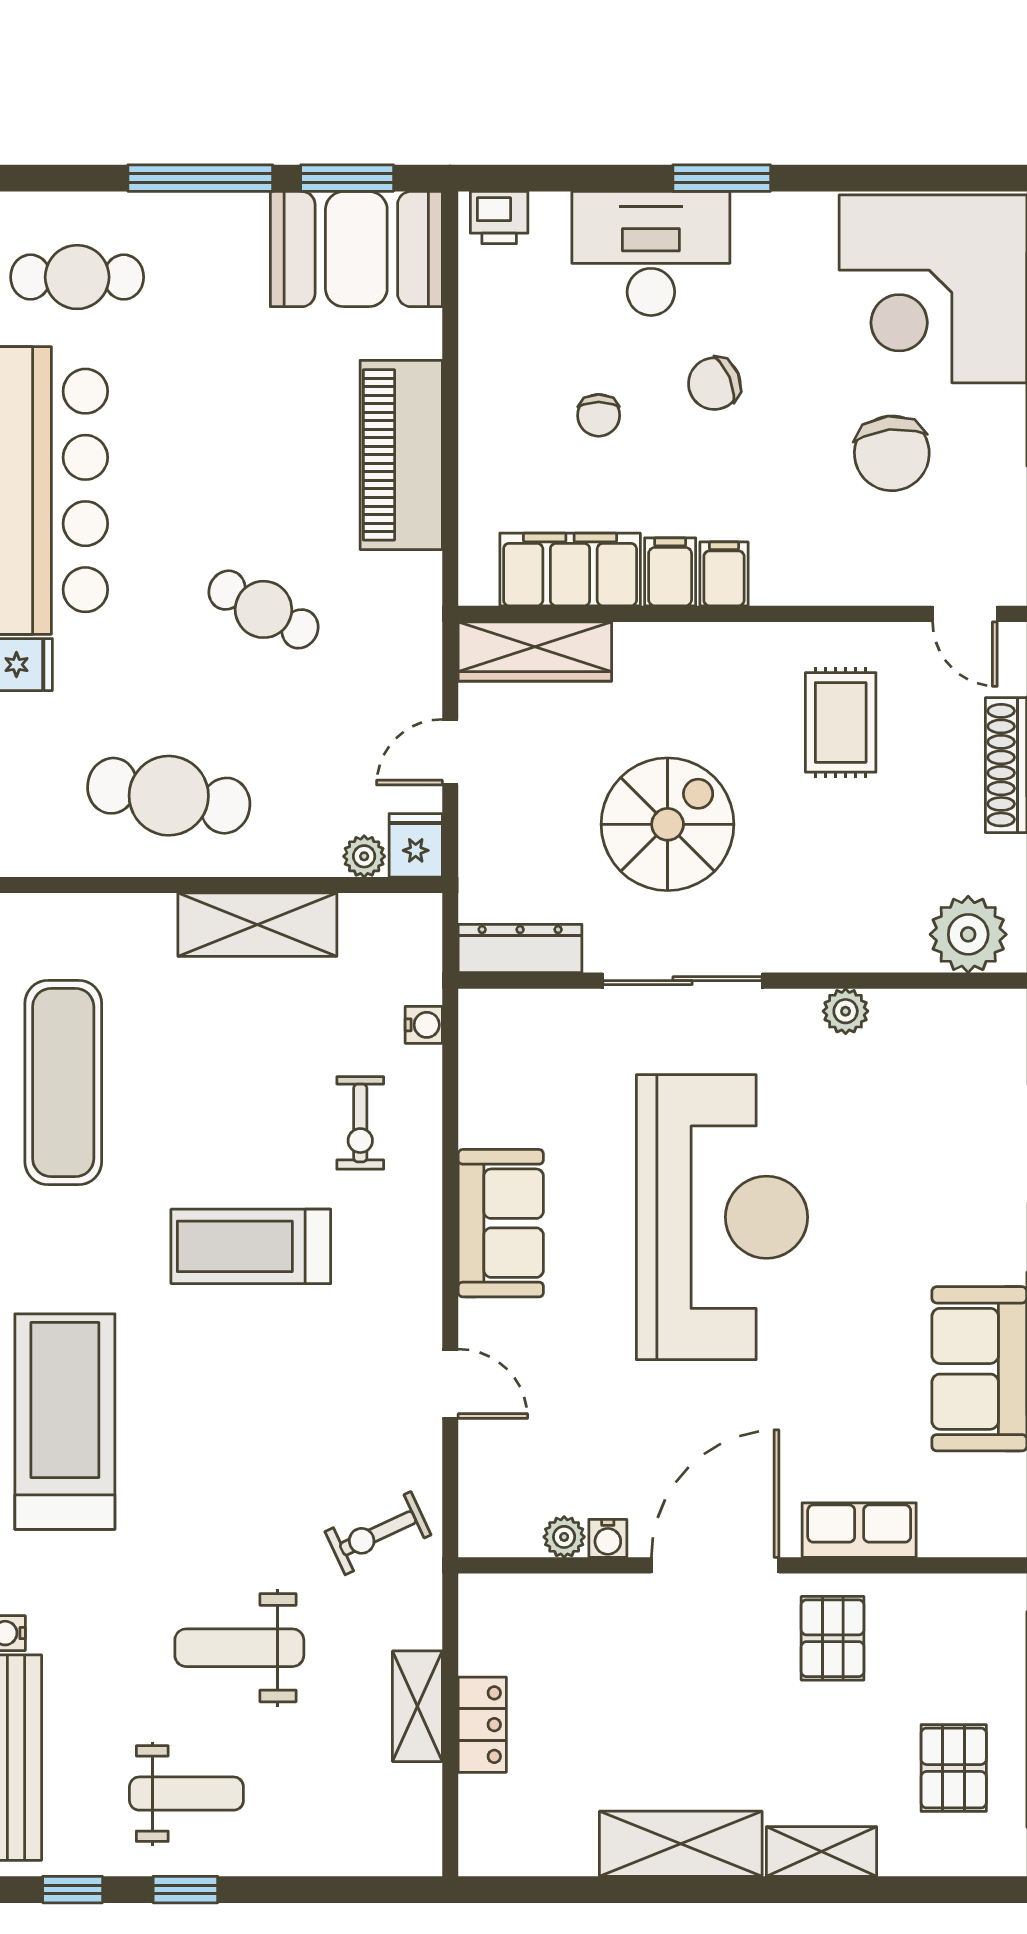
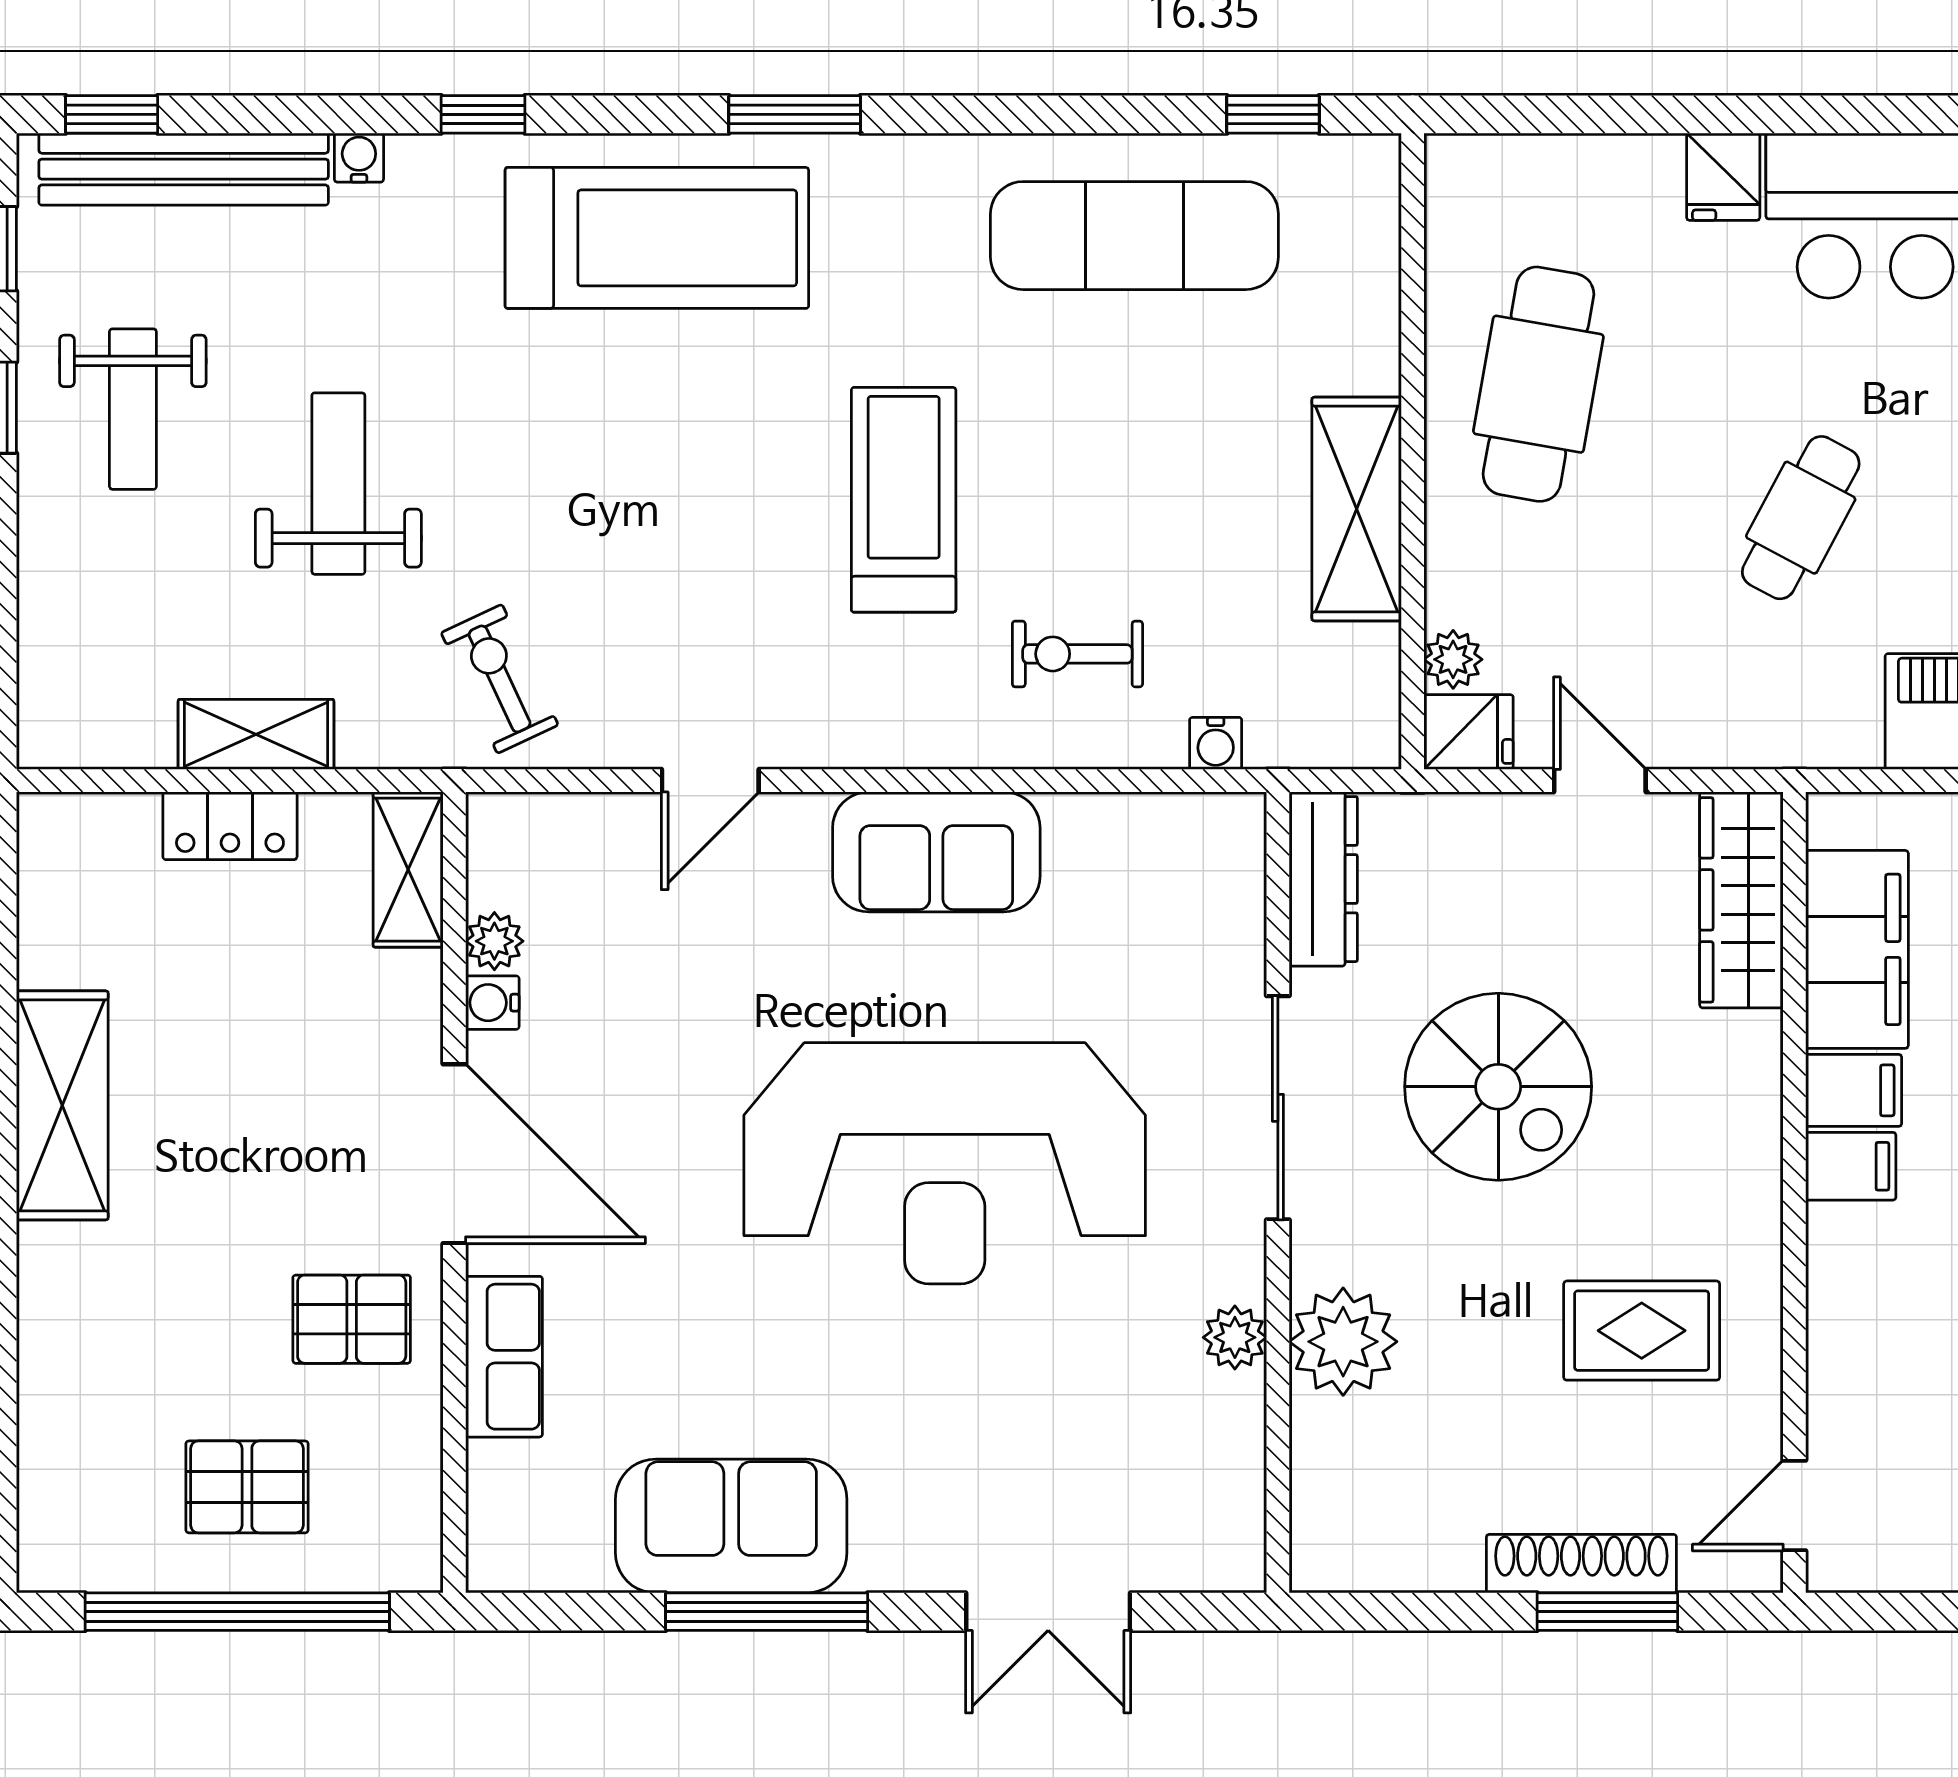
plant: (968, 934) -> (1343, 1342), moved
pallet: (954, 1768) -> (247, 1487), moved
shelving: (822, 1851) -> (408, 870), moved

